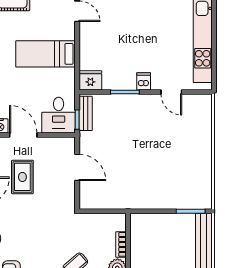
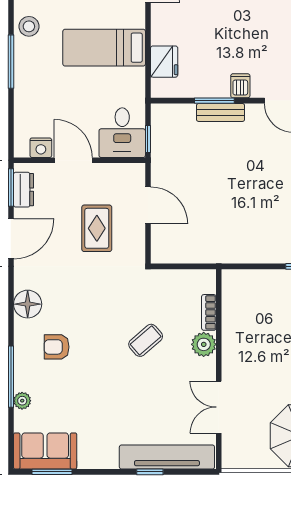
fridge: (90, 80) -> (164, 62), moved, turned 90
bench: (86, 113) -> (221, 112), moved, turned 90
rug: (22, 177) -> (97, 228), moved

